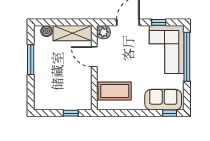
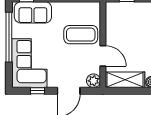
window: (187, 57) -> (9, 37), moved
coffee table: (115, 91) -> (81, 35), moved

